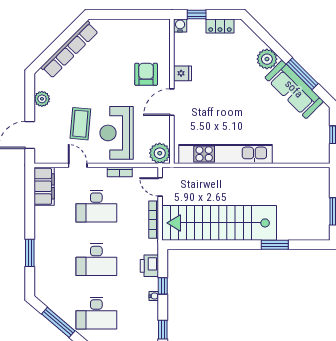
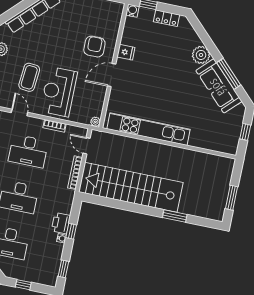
plant: (160, 153) -> (95, 122), width x0.53, depth x0.53
printer: (149, 266) -> (61, 223), moved

